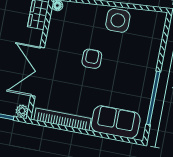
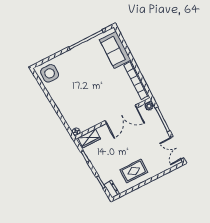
side table: (118, 20) -> (50, 73), moved
armchair: (92, 59) -> (91, 90), removed

